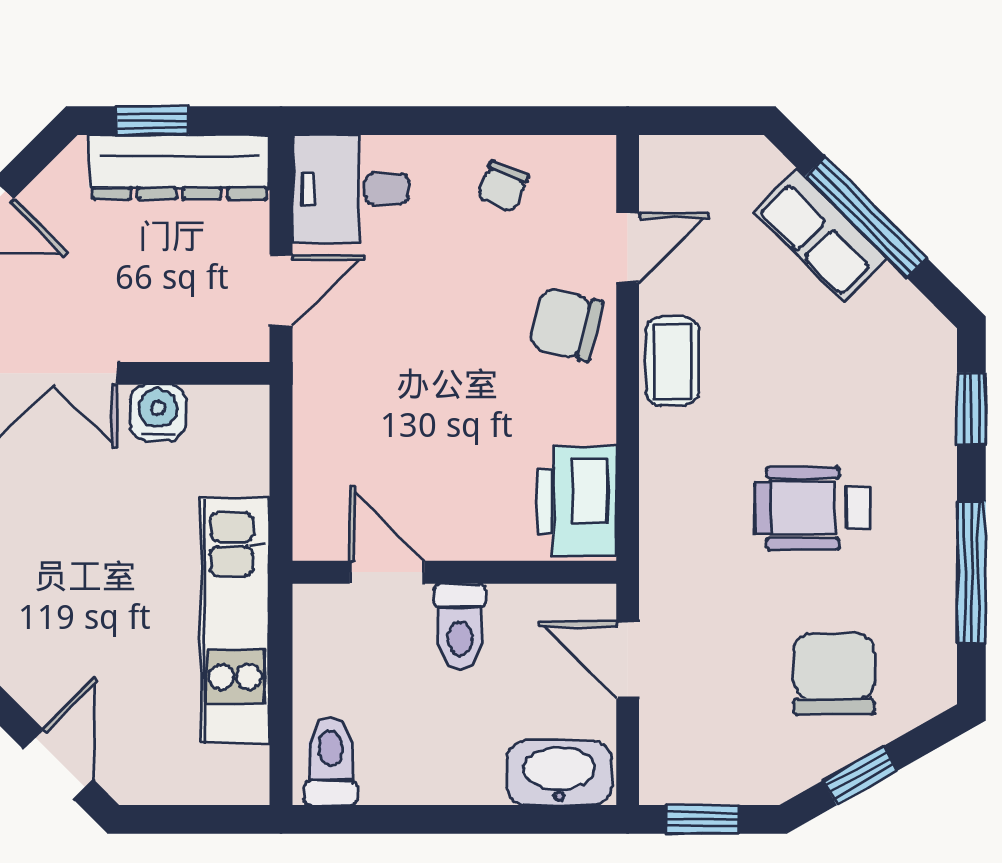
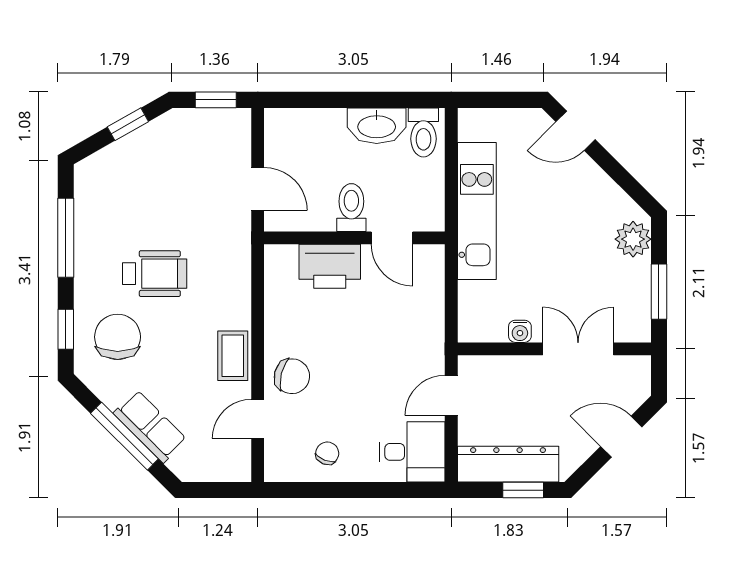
water cooler: (158, 413) -> (520, 331), width x0.72, depth x0.72
printer: (577, 501) -> (330, 266), moved, turned 90
chair: (834, 674) -> (118, 337), moved, turned 180
door: (58, 764) -> (576, 131), hinge flipped
washbasin: (559, 773) -> (377, 126), moved

